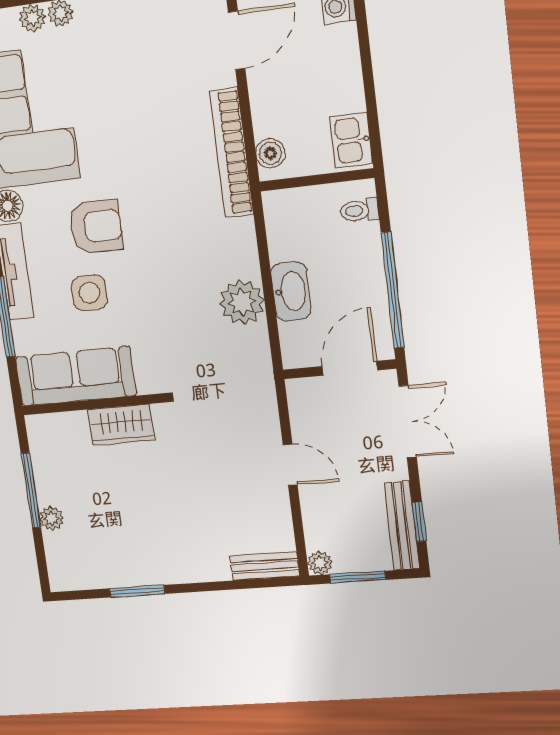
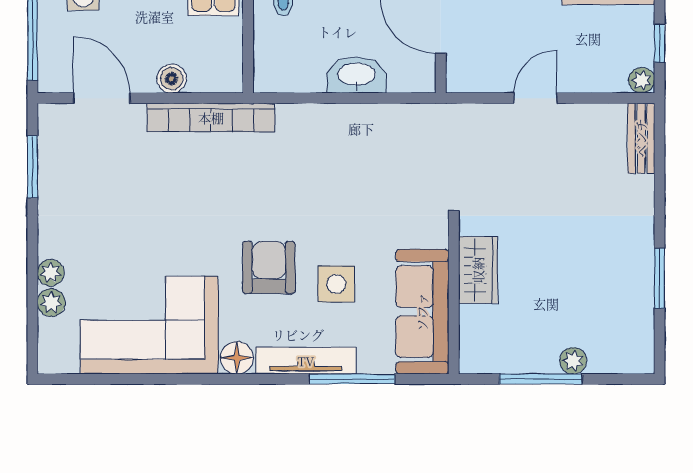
boiler: (270, 153) -> (172, 79), moved
plant: (242, 302) -> (362, 126), removed
window: (358, 577) -> (660, 43), width x0.67

